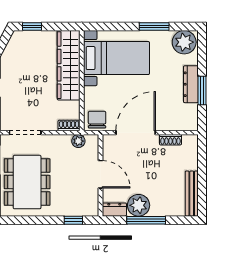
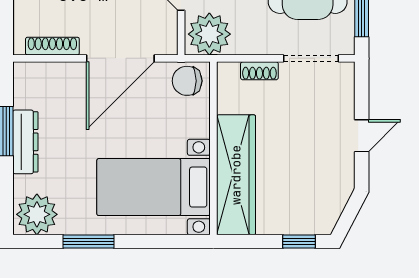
chair: (97, 120) -> (187, 81), turned 90
shoe rack: (69, 125) -> (259, 71), moved
shoe rack: (170, 140) -> (52, 46), width x1.43
plant: (78, 141) -> (209, 34), width x1.88, depth x1.88

